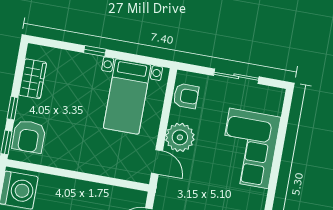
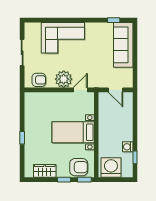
armchair: (186, 96) -> (39, 80), turned 90
bed with nightstands: (127, 97) -> (73, 132), moved, turned 180

